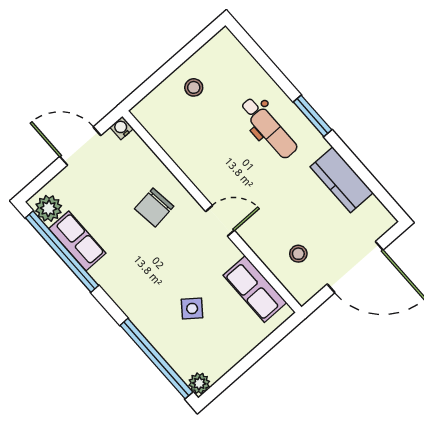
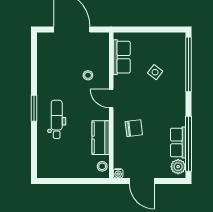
stool: (194, 87) -> (102, 166), moved
kitchen counter: (342, 180) -> (101, 138), moved, turned 180
stool: (298, 254) -> (88, 75), moved
plant: (199, 383) -> (180, 38), removed

